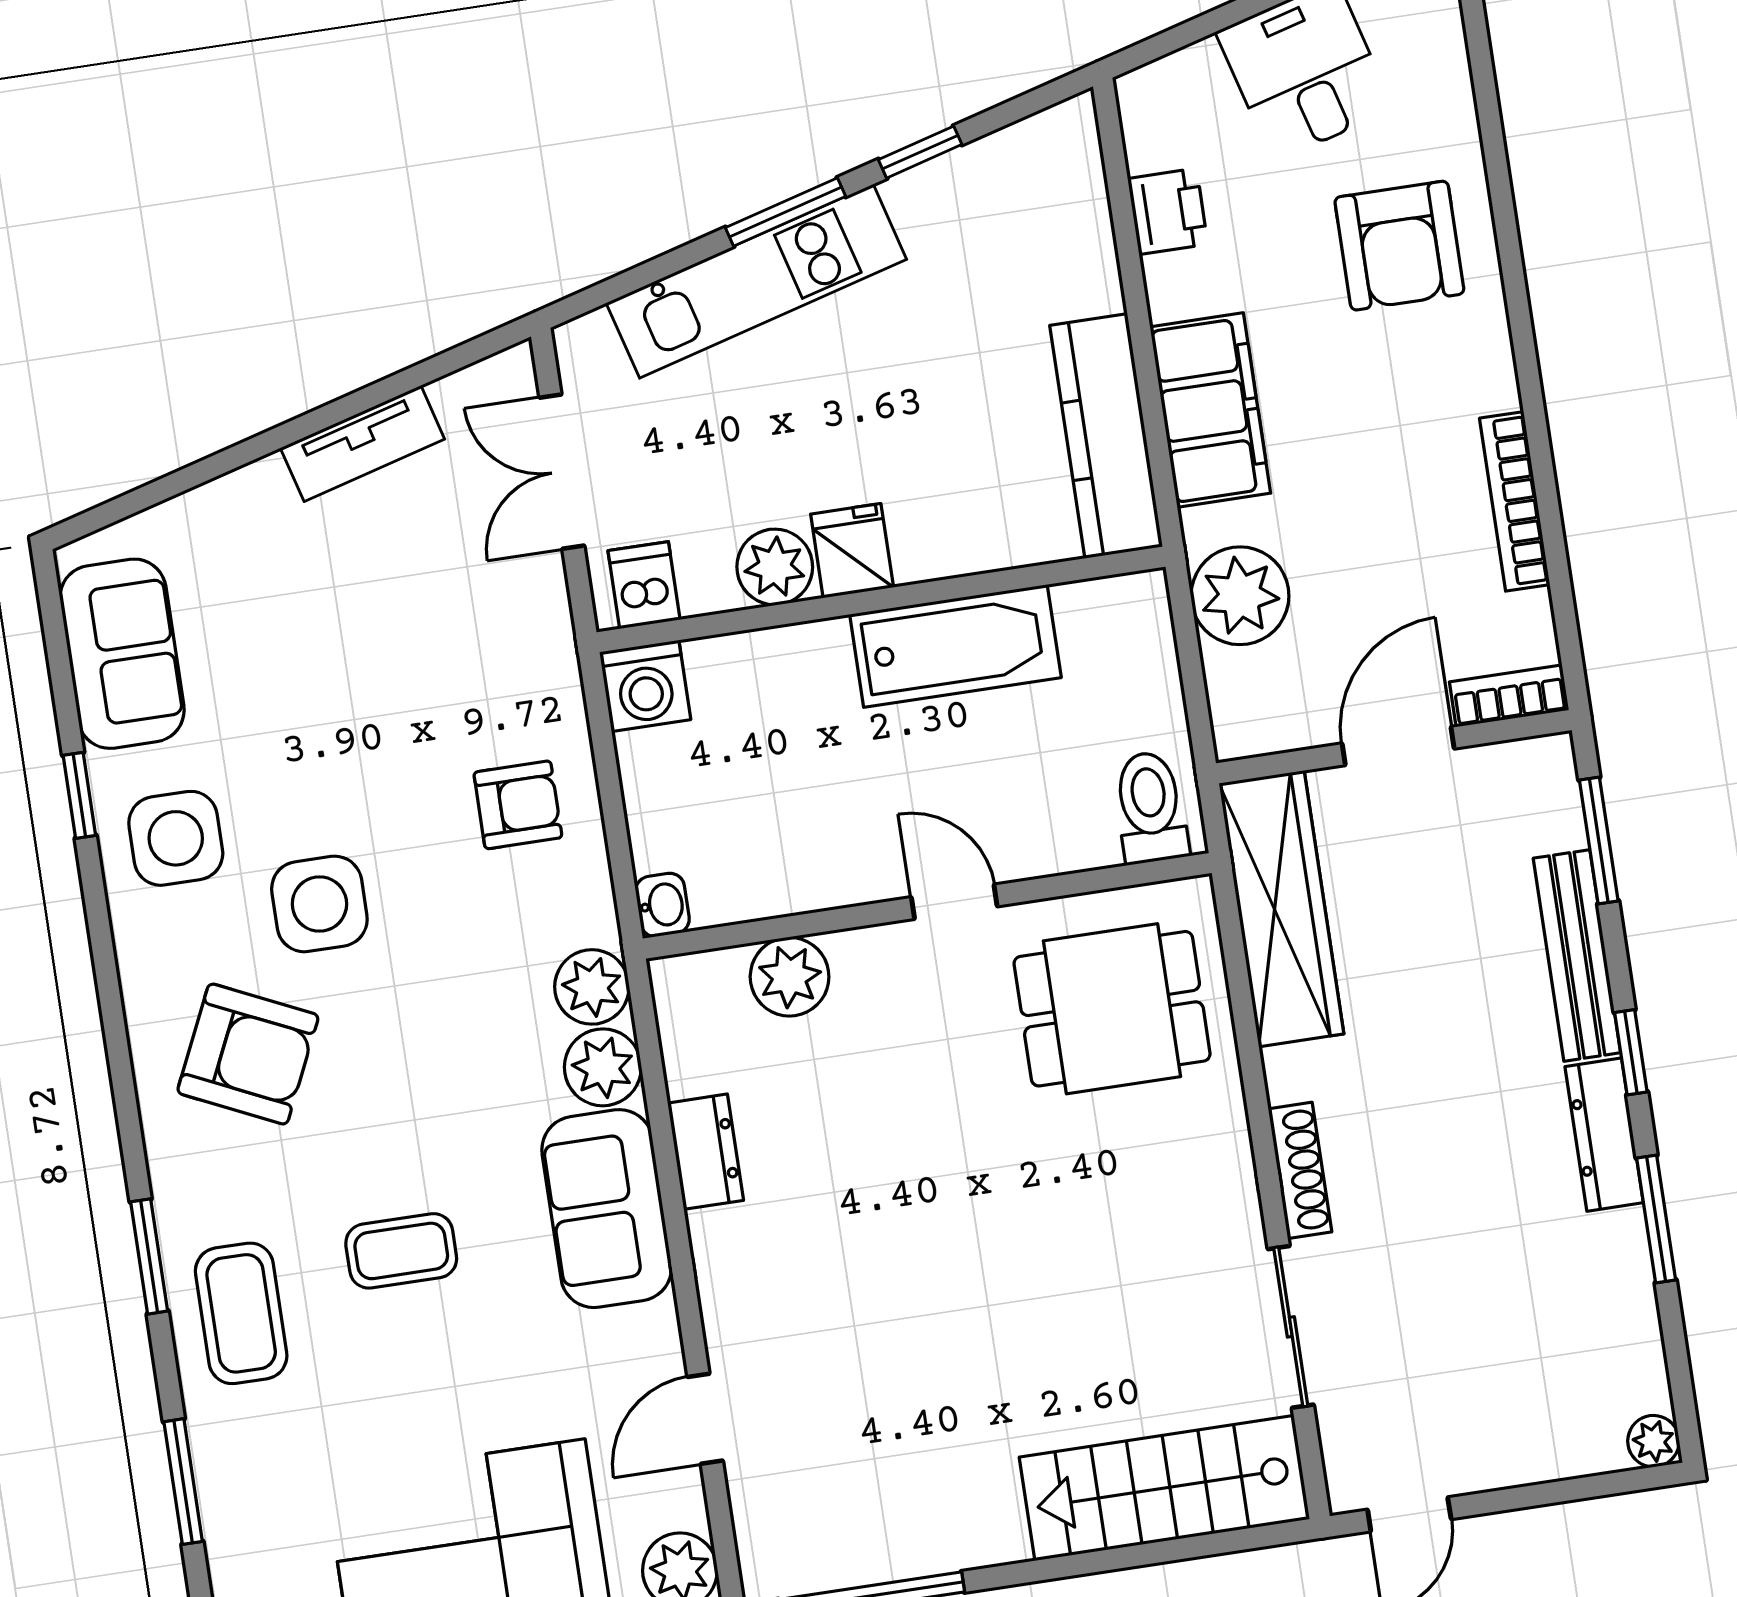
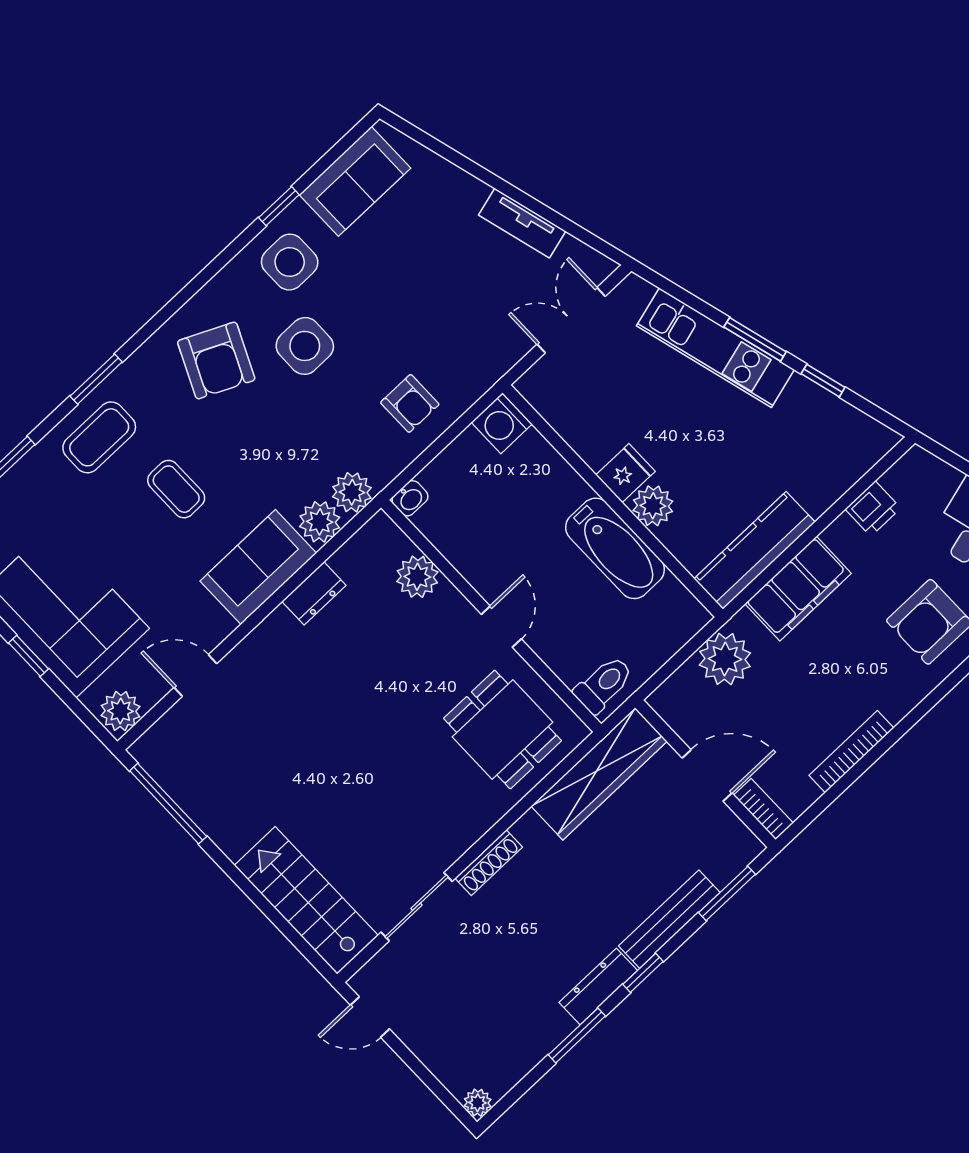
plant: (775, 567) -> (653, 506), moved
dishwasher: (644, 585) -> (546, 392), removed

